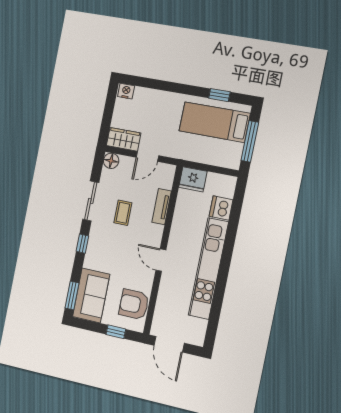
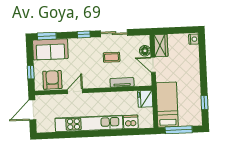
bed: (215, 122) -> (167, 105), moved
floor lamp: (111, 161) -> (145, 51), moved
door: (161, 260) -> (75, 91), moved

